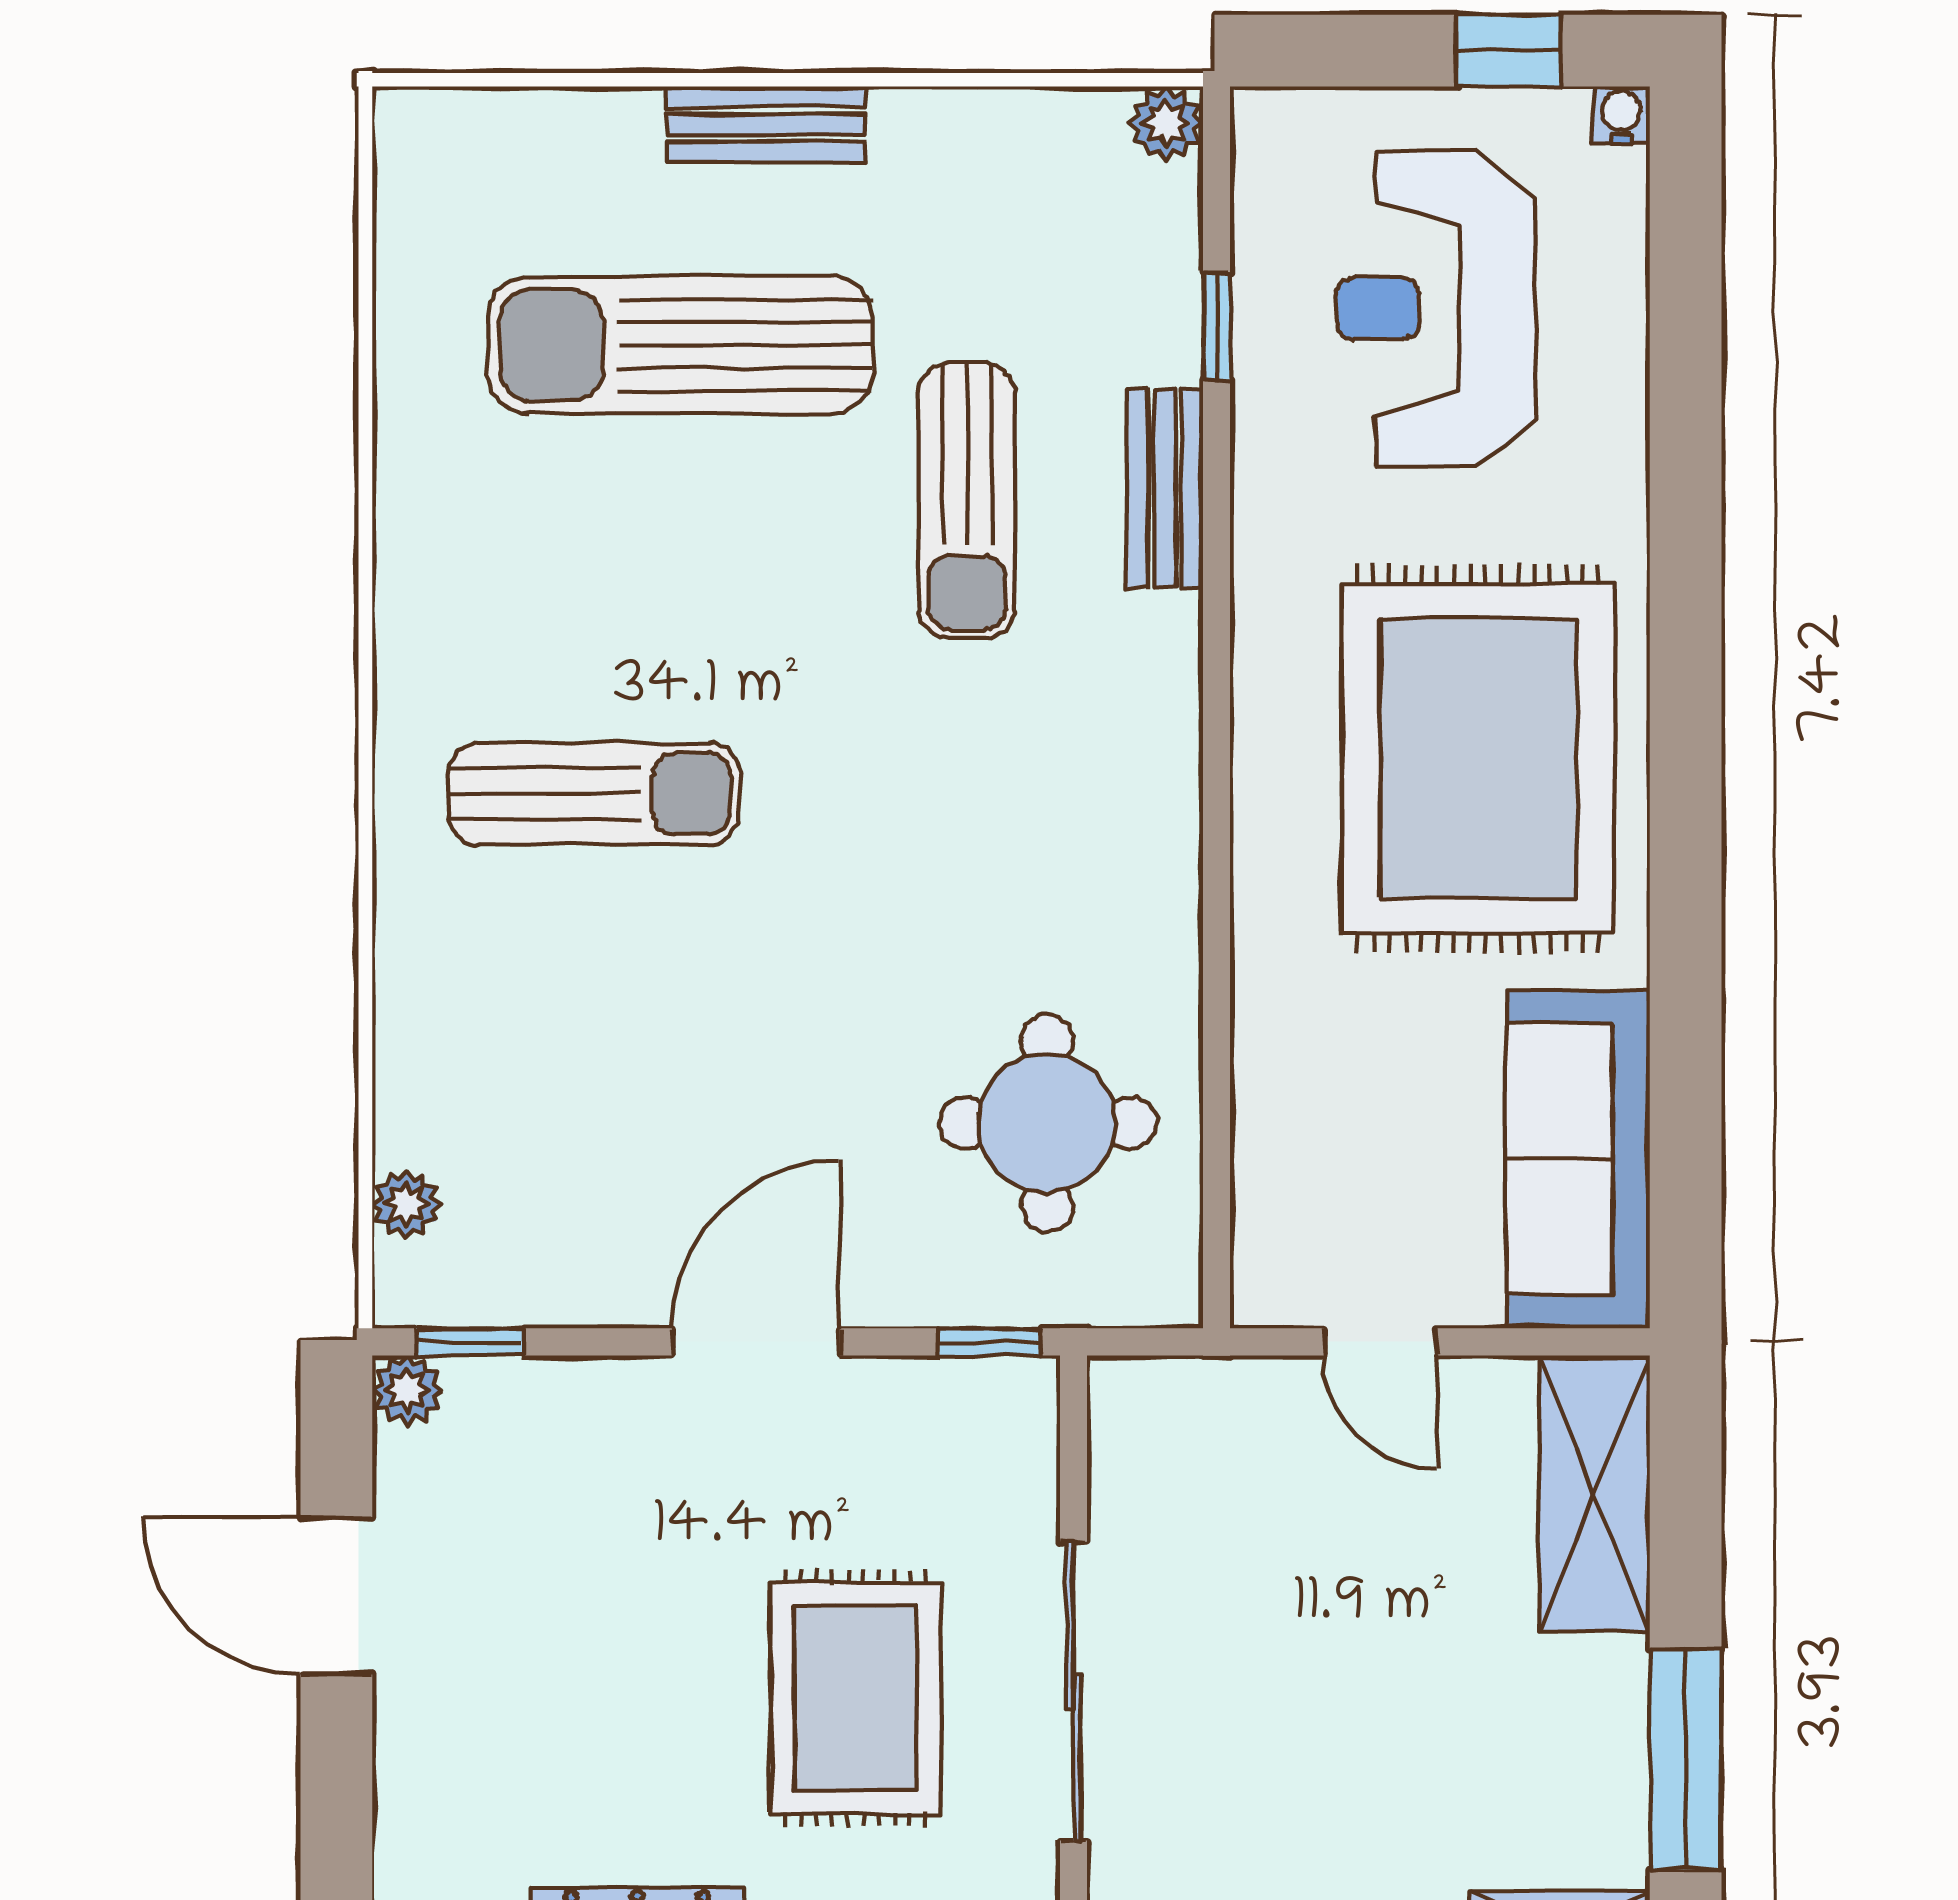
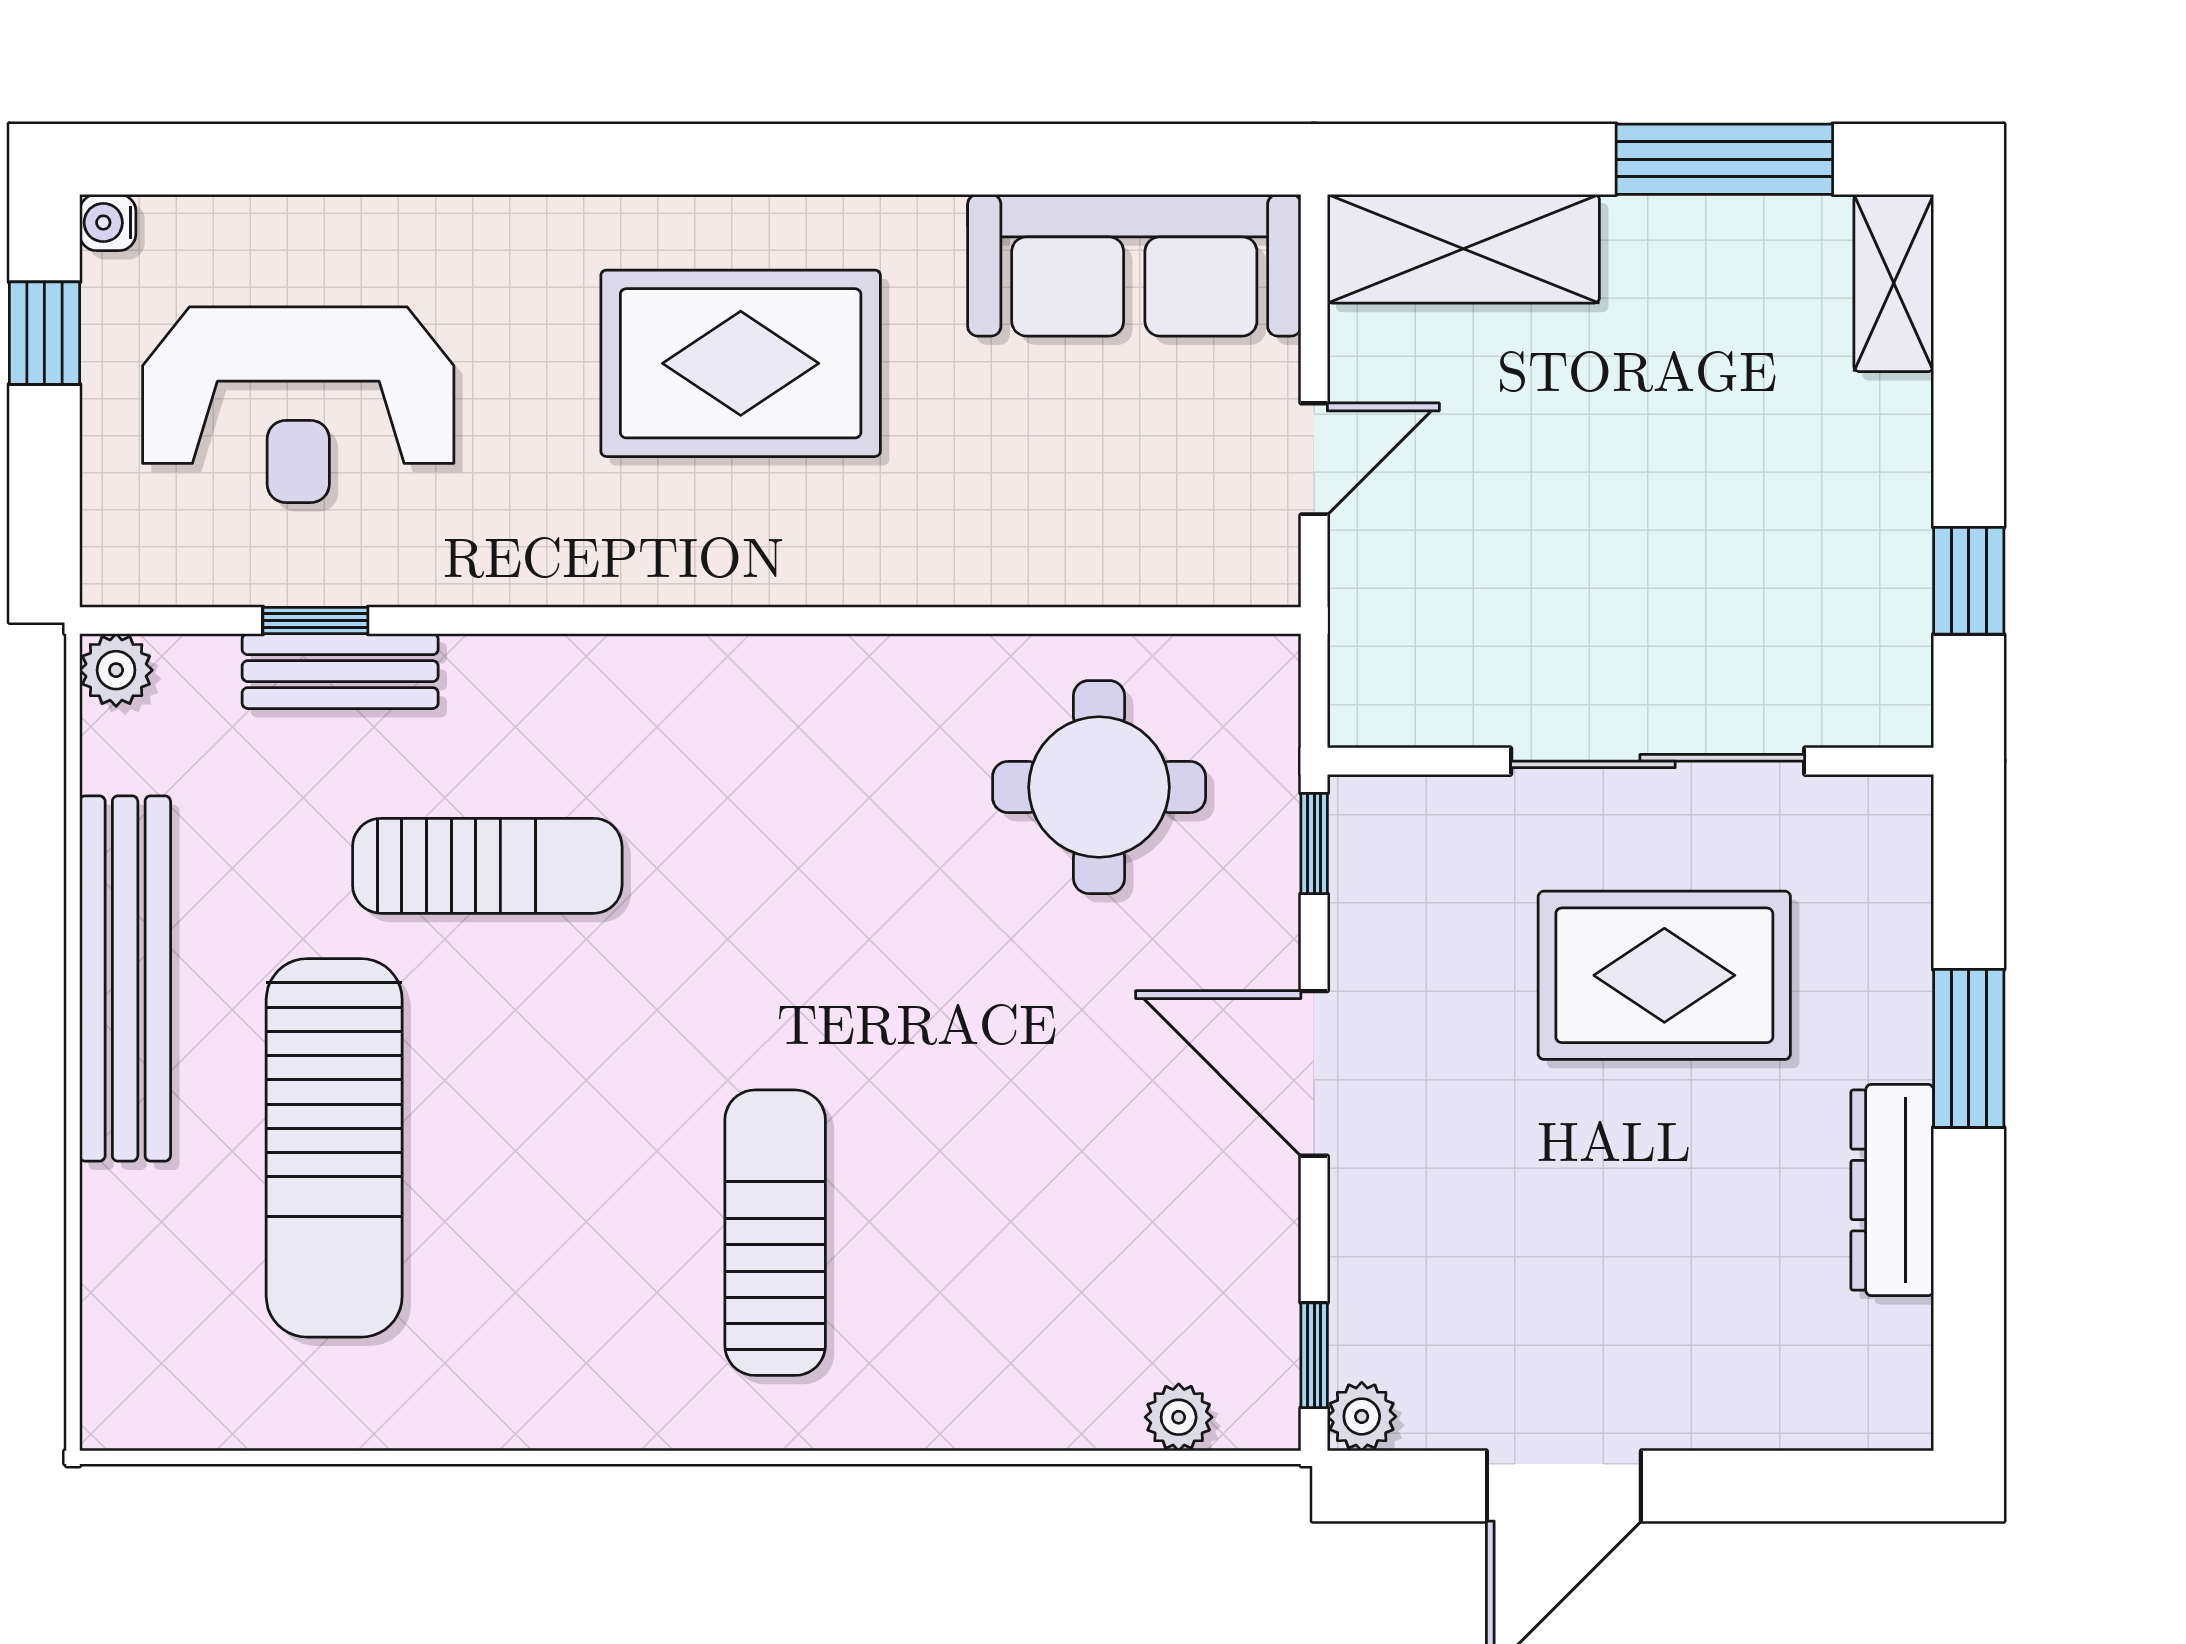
bench: (766, 124) -> (125, 979), width x1.86, depth x1.21
bench: (1165, 488) -> (340, 671), moved
rug: (1478, 759) -> (741, 363), width x0.73, depth x0.69

